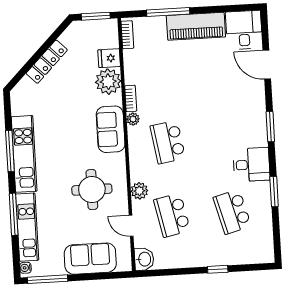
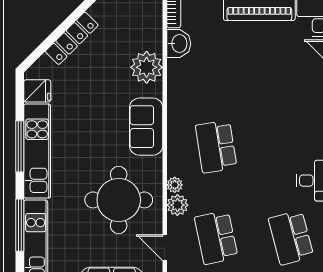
fridge: (109, 58) -> (37, 91), moved, turned 180
washbasin: (133, 61) -> (179, 44), added
bookcase: (131, 98) -> (173, 90), removed
plant: (133, 119) -> (175, 185), moved
round table: (92, 190) -> (119, 200), width x1.36, depth x1.36

